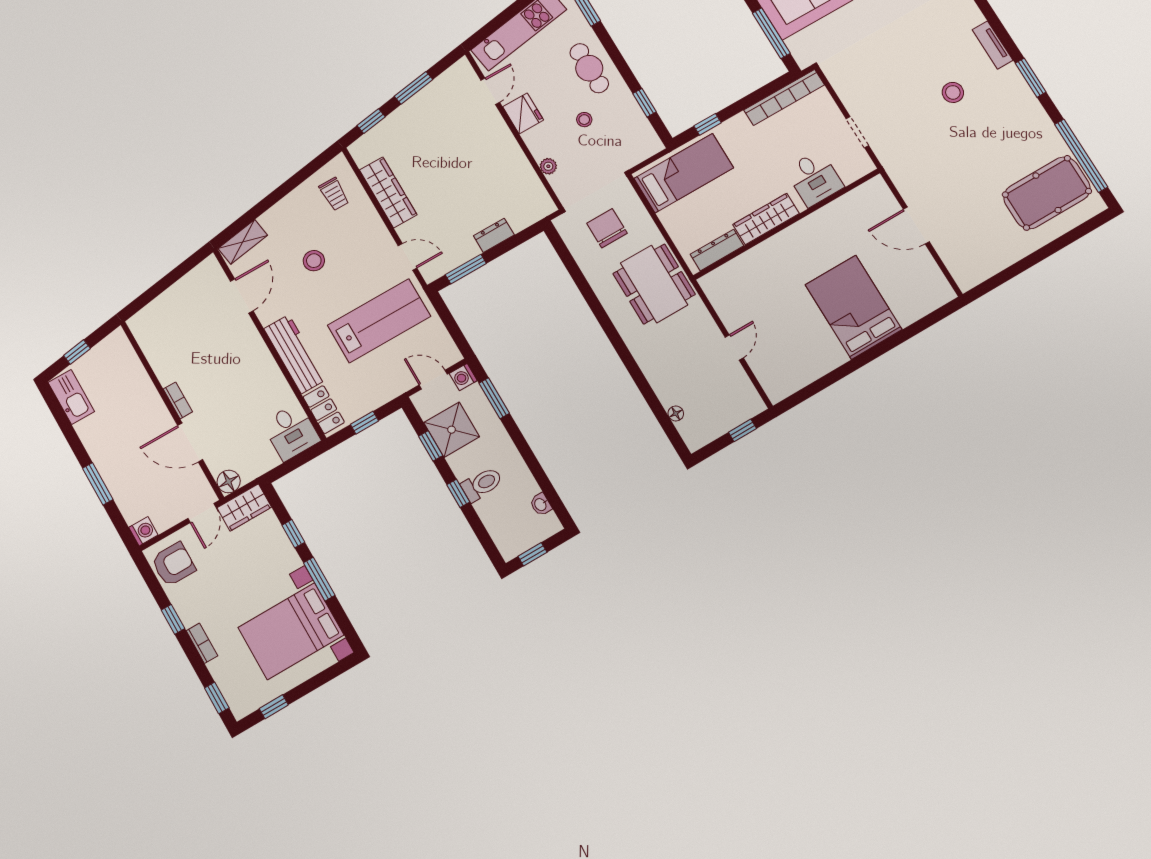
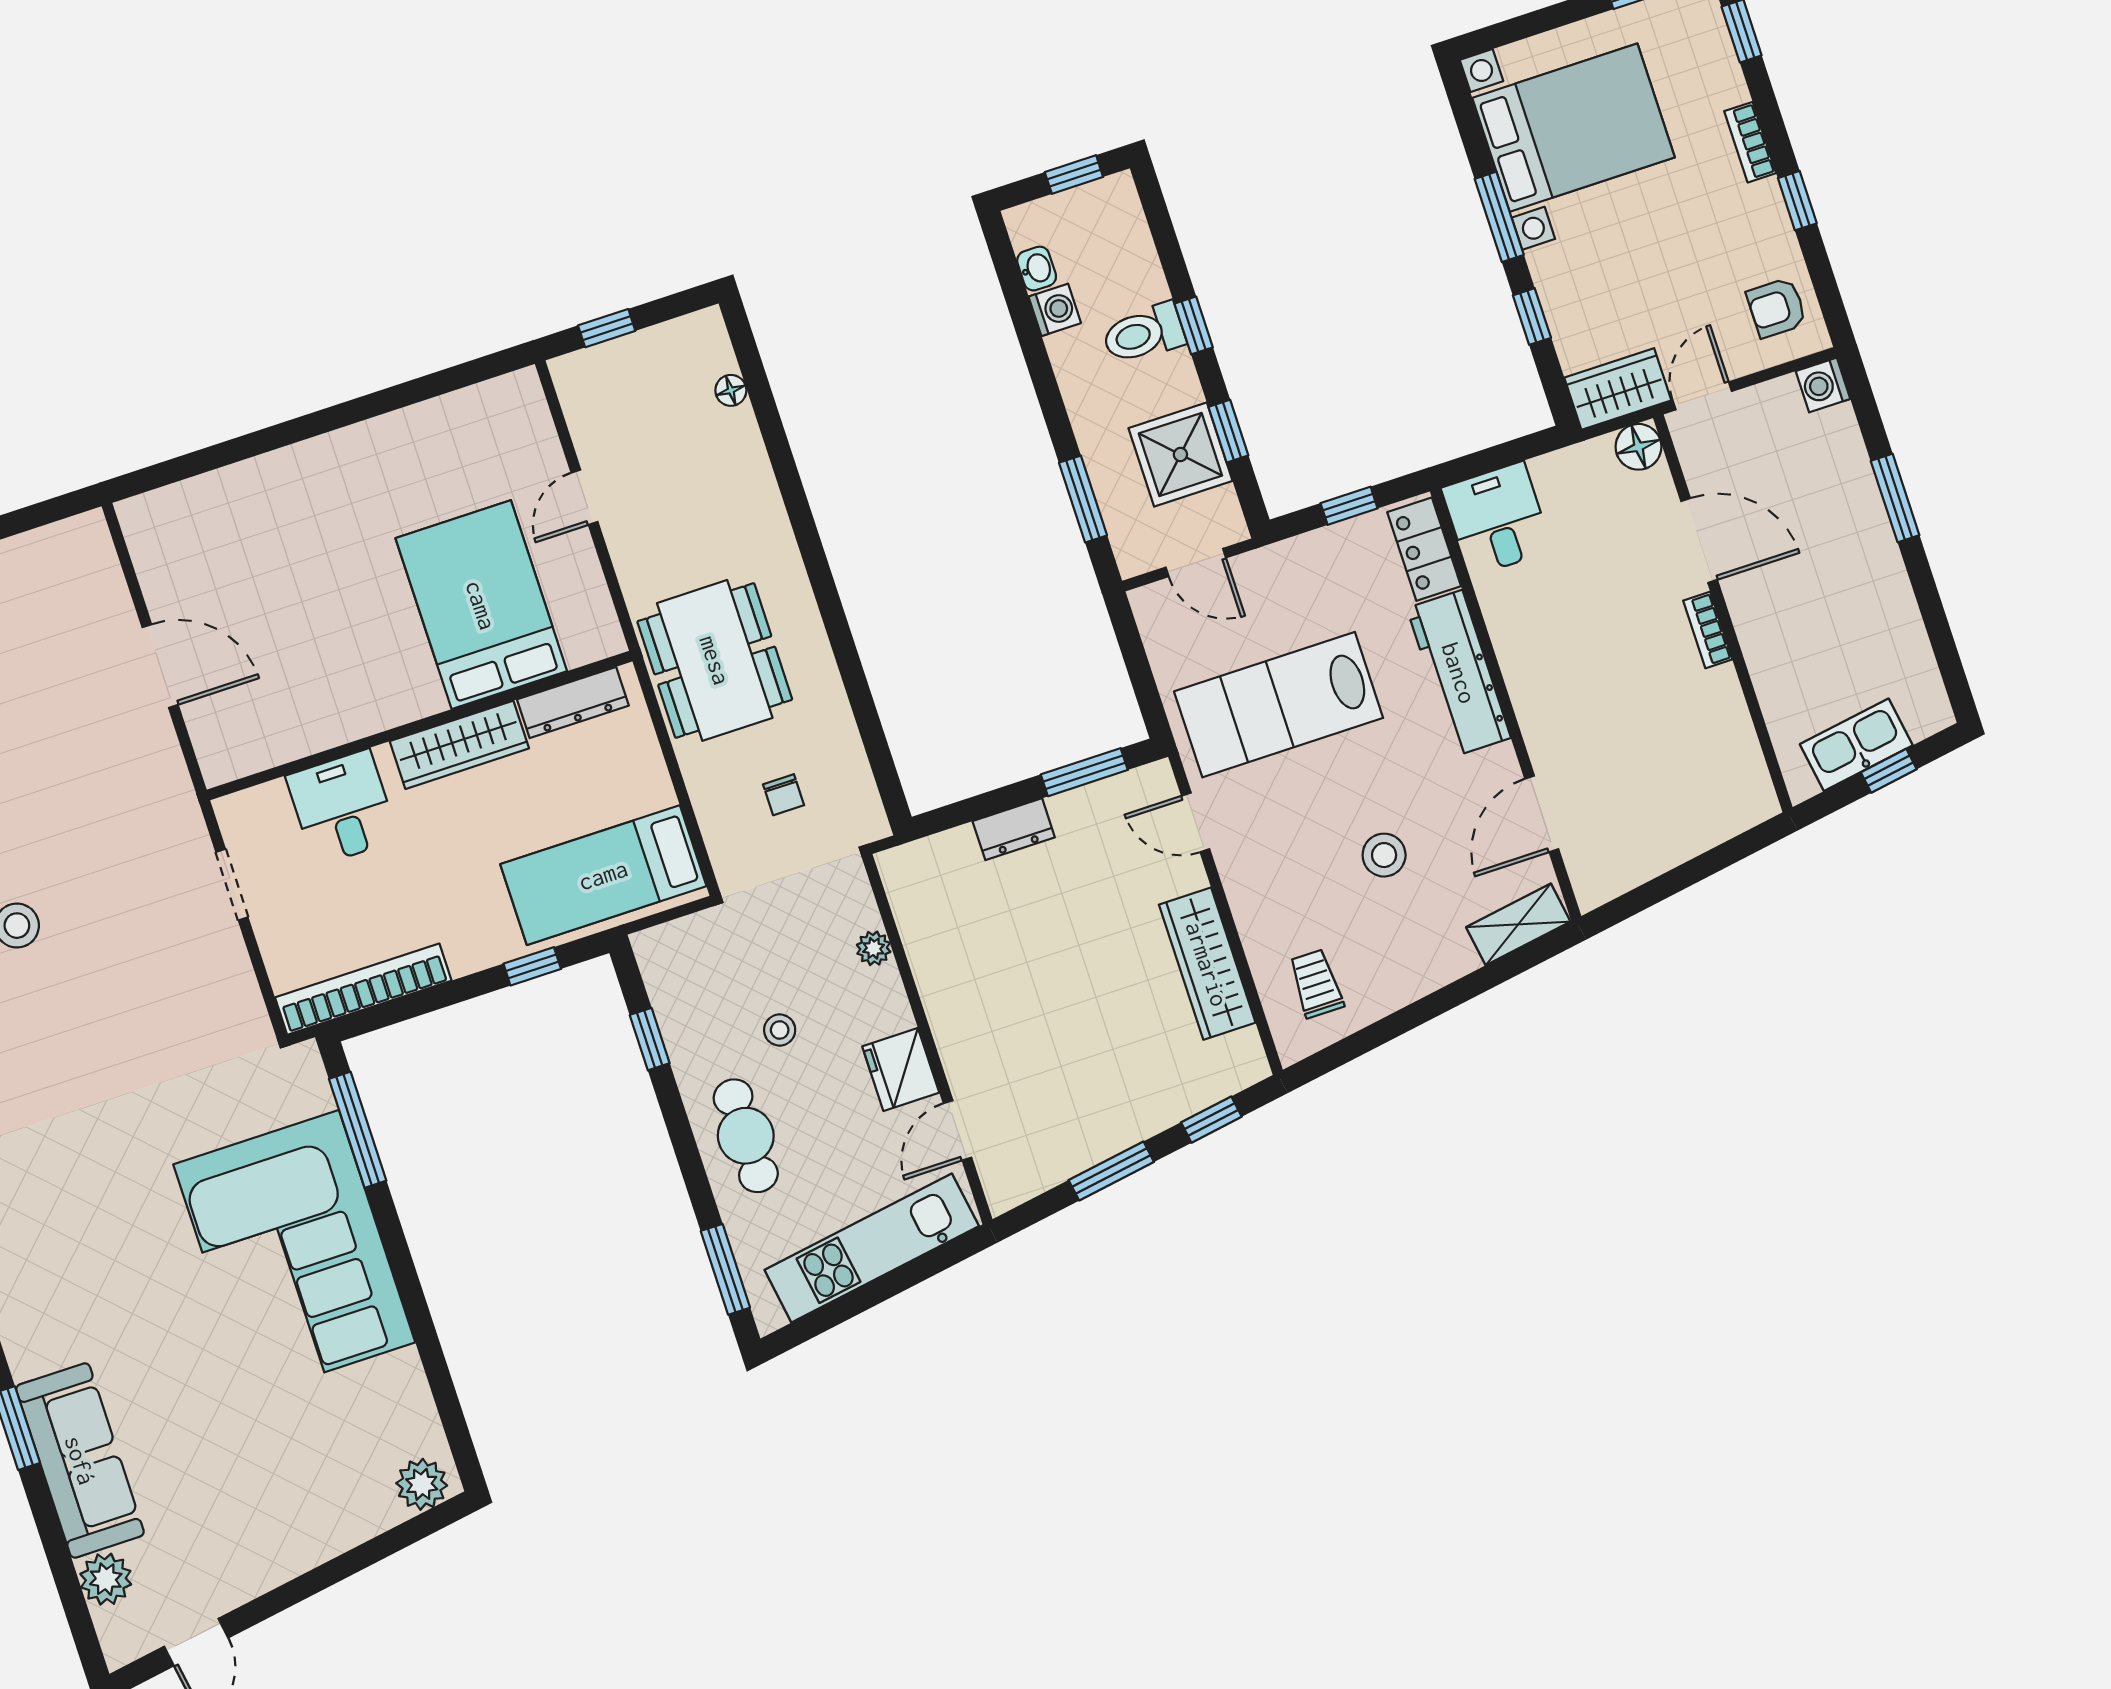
chair: (607, 228) -> (784, 795), width x0.54, depth x0.54
bed: (854, 307) -> (481, 605), moved, turned 180
washing machine: (463, 377) -> (1055, 310), moved
kitchen sink: (71, 397) -> (1856, 745), moved, turned 81
armchair: (173, 564) -> (1777, 308), width x0.72, depth x0.72

